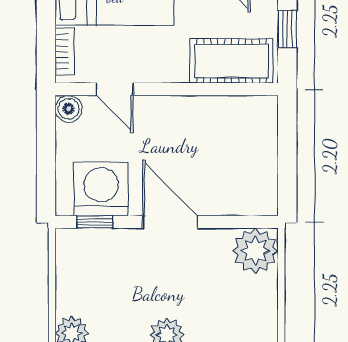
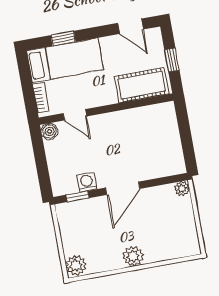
washing machine: (101, 189) -> (87, 182), width x0.53, depth x0.53
door: (170, 222) -> (123, 188), swing flipped
plant: (255, 251) -> (182, 189), width x0.53, depth x0.53

